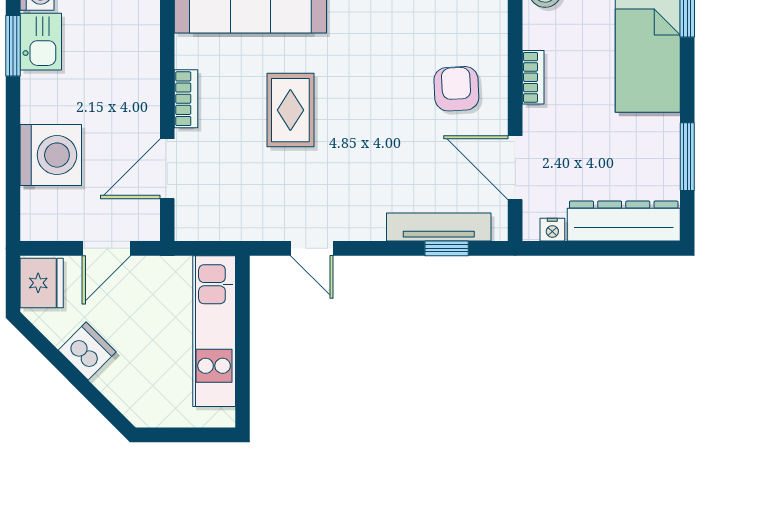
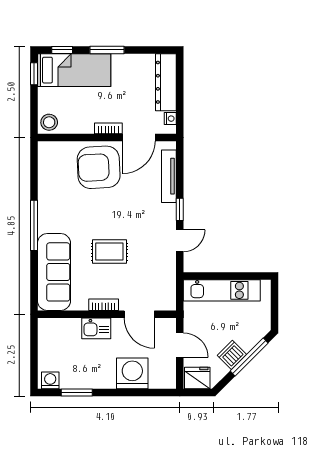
kitchen sink: (41, 42) -> (96, 328), moved, turned 180
bookcase: (533, 77) -> (108, 128), moved
armchair: (456, 89) -> (99, 167), width x1.88, depth x1.88
window: (687, 157) -> (107, 50), moved
window: (447, 248) -> (180, 209), moved
window: (83, 385) -> (249, 357), added

